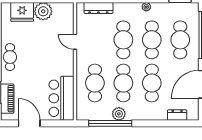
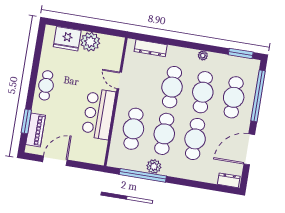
bar counter: (61, 98) -> (99, 114), moved
dresser: (177, 115) -> (229, 180), moved
door: (29, 123) -> (55, 161), hinge flipped

